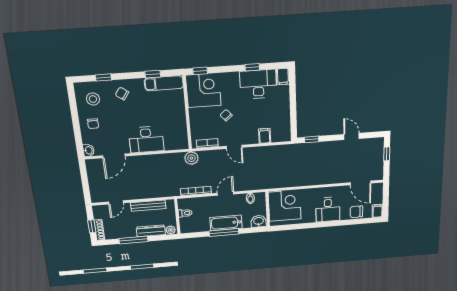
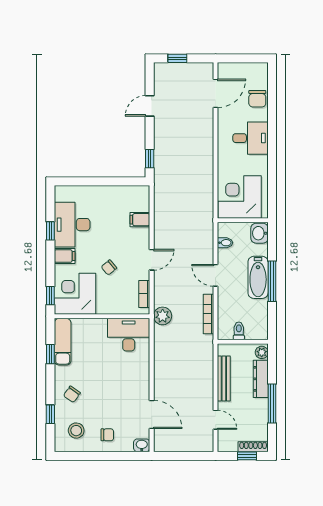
filing cabinet: (283, 76) -> (65, 256), moved
desk: (146, 140) -> (129, 335), moved, turned -90
filing cabinet: (377, 211) -> (259, 69), removed

